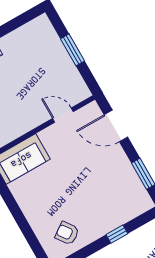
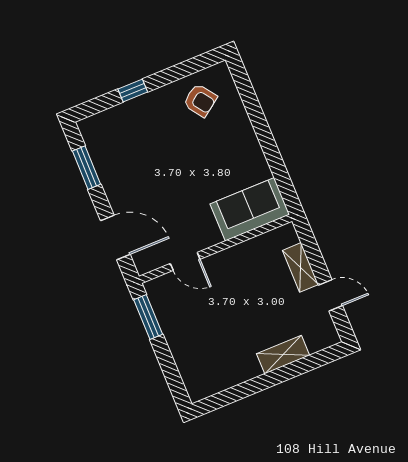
window: (72, 50) -> (148, 317), moved

